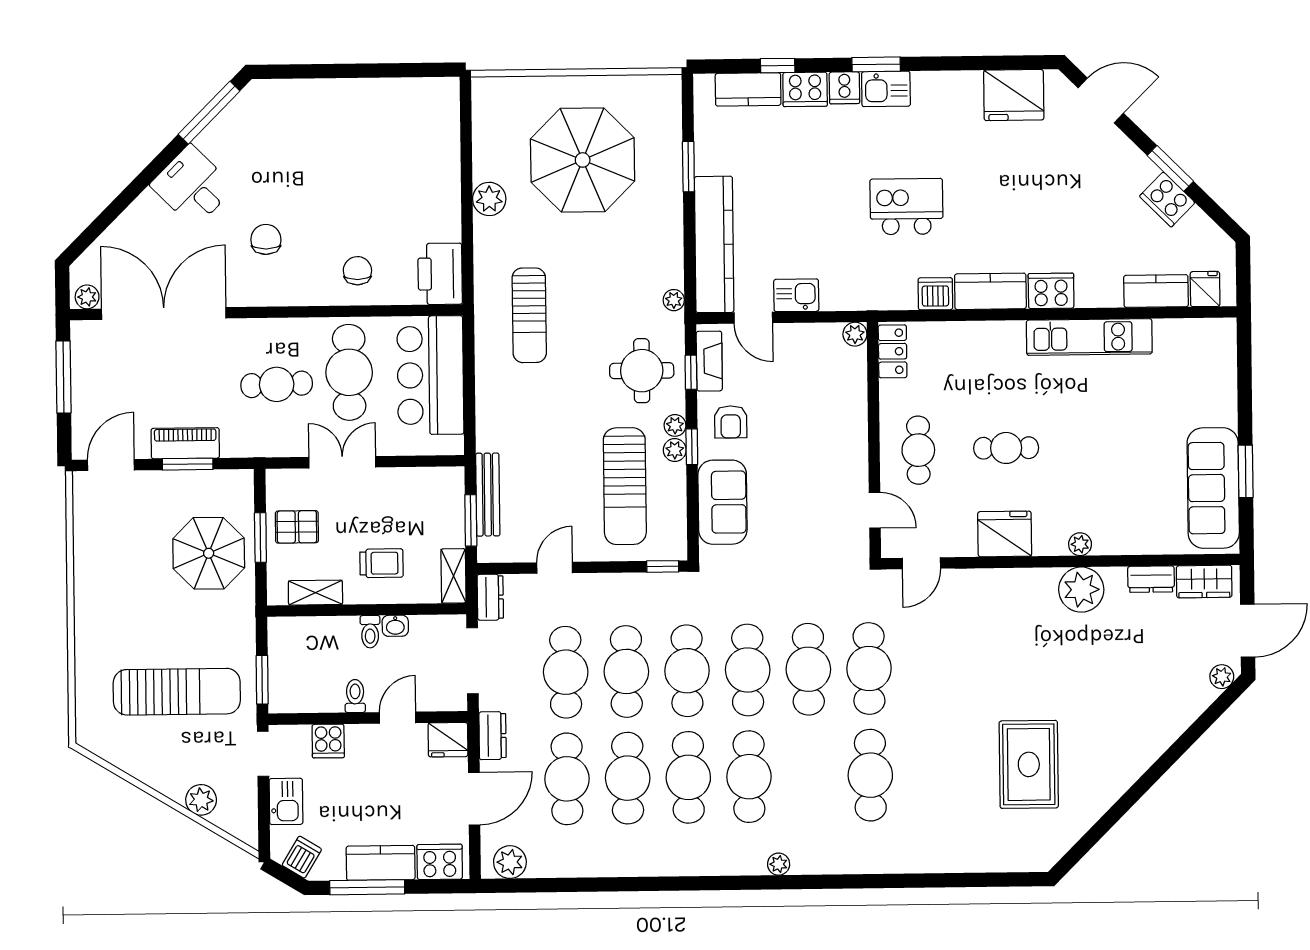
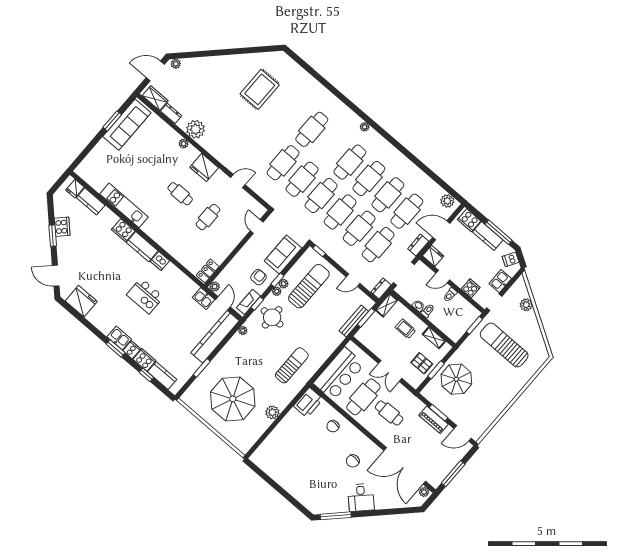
plant: (855, 334) -> (215, 287), moved
locker: (893, 351) -> (208, 271), moved
wall: (874, 440) -> (238, 248), moved
door: (875, 510) -> (257, 226), moved

